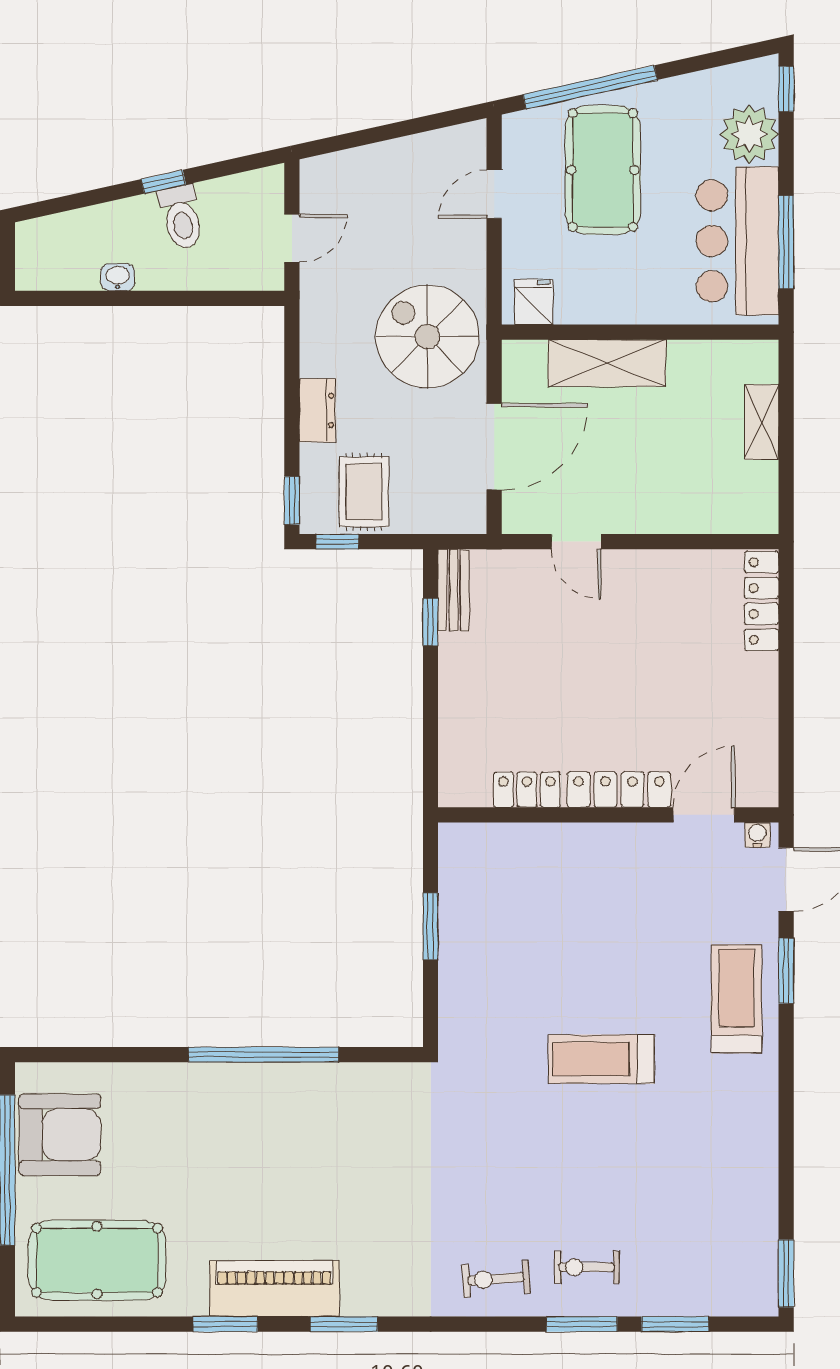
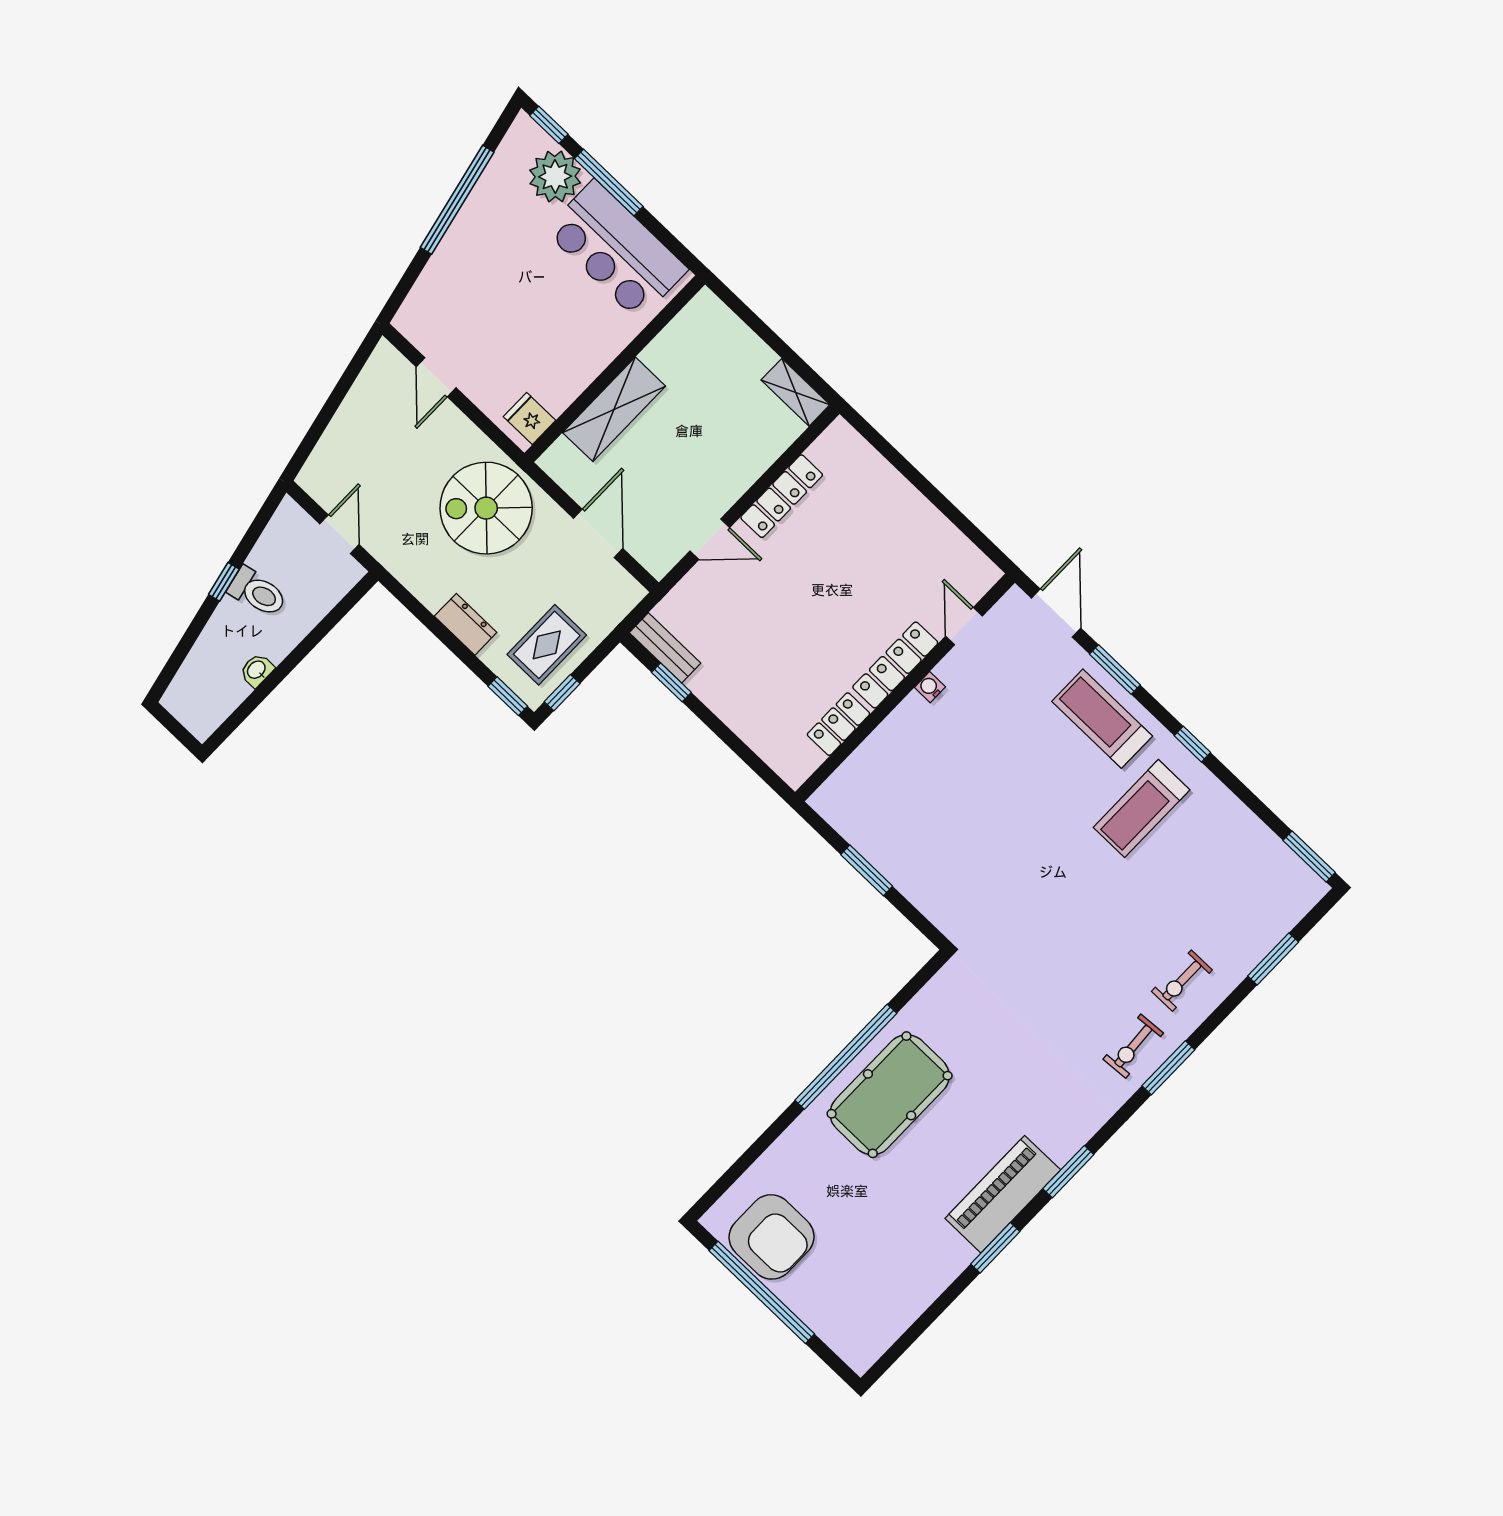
window: (590, 87) -> (457, 200), moved
pool table: (603, 170) -> (488, 293), removed
window: (786, 242) -> (609, 182), moved
shelving: (762, 422) -> (795, 392), moved
door: (494, 447) -> (598, 533), width x0.73
rug: (364, 492) -> (547, 645), turned 90
locker: (762, 601) -> (782, 496), moved, turned -90
door: (704, 815) -> (964, 626), width x0.73
water cooler: (757, 835) -> (930, 687), moved
treadmill: (601, 1059) -> (1142, 809), moved
window: (786, 1092) -> (1192, 744), added
armchair: (60, 1135) -> (772, 1237), turned 90
pool table: (97, 1260) -> (890, 1095), moved
window: (582, 1324) -> (1168, 1068), moved

